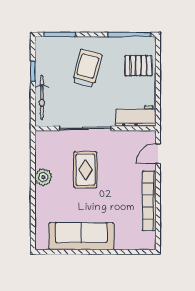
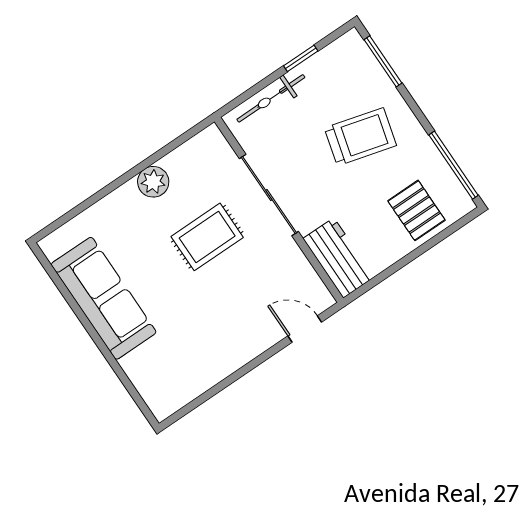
bookcase: (149, 201) -> (225, 364), removed

